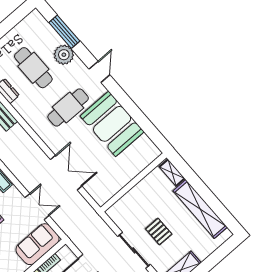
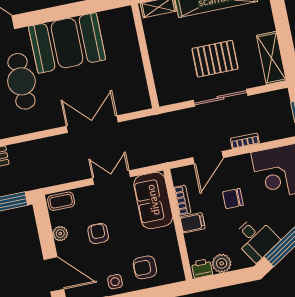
pallet: (159, 231) -> (215, 59), width x1.50, depth x1.42

